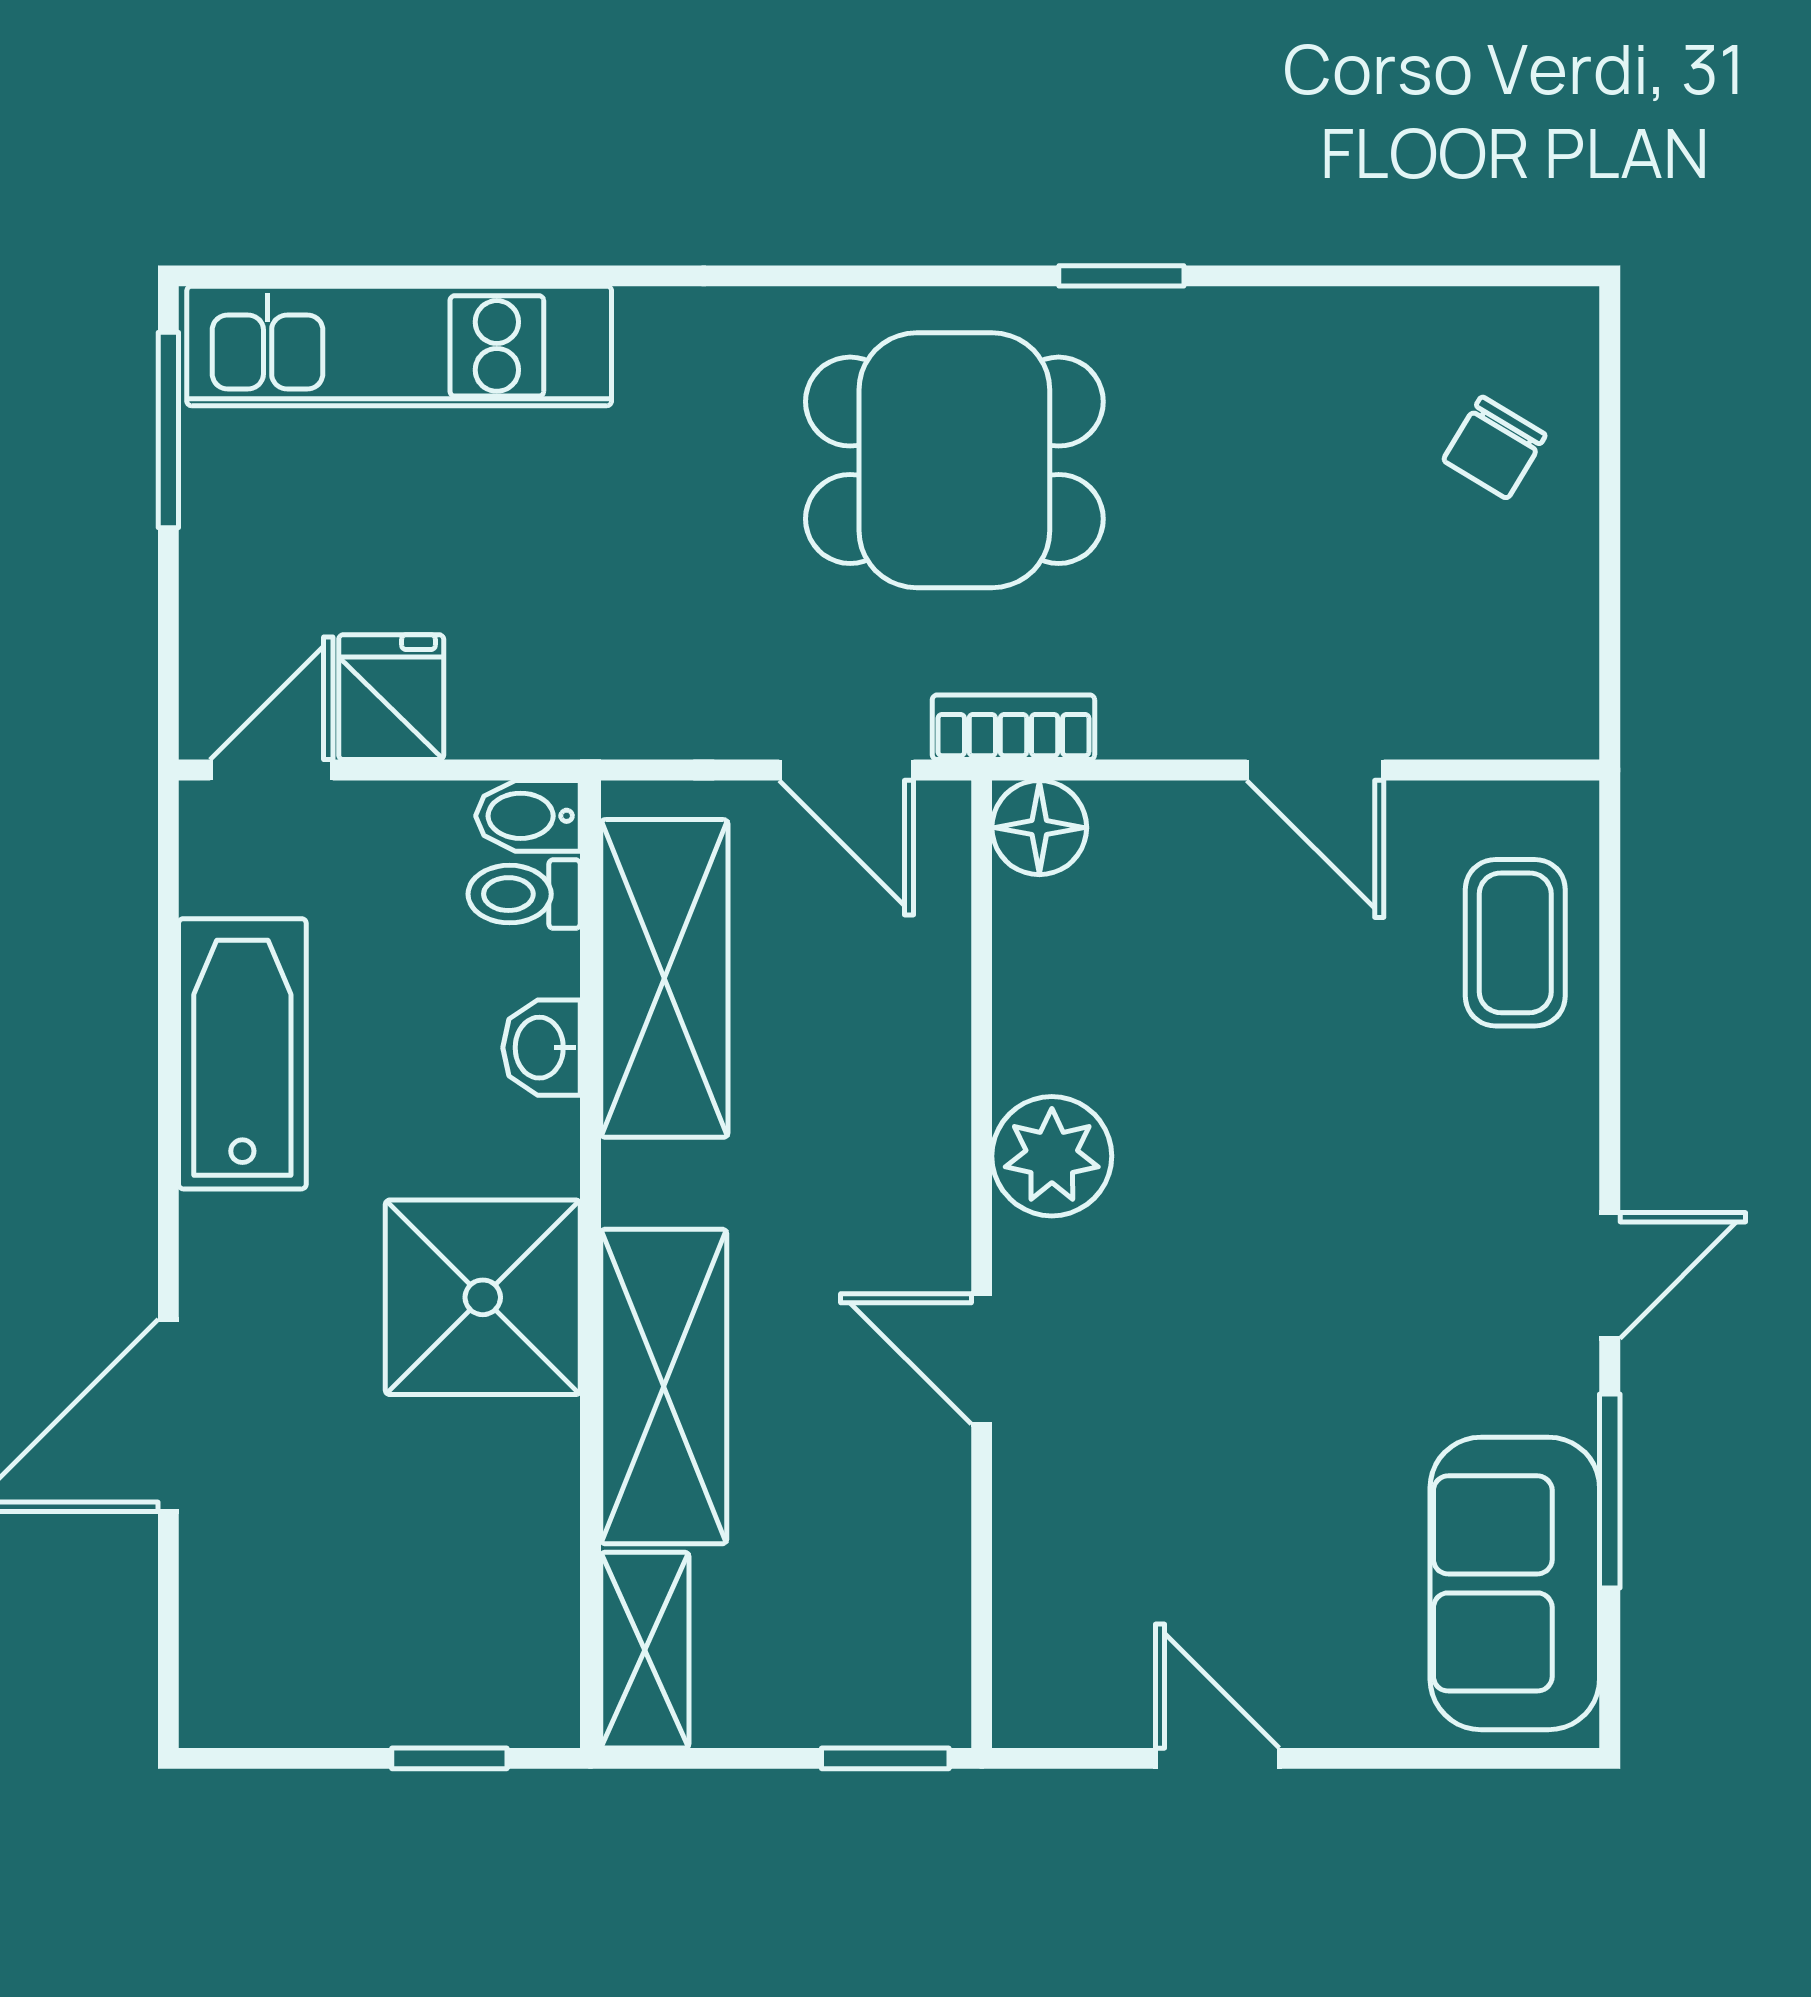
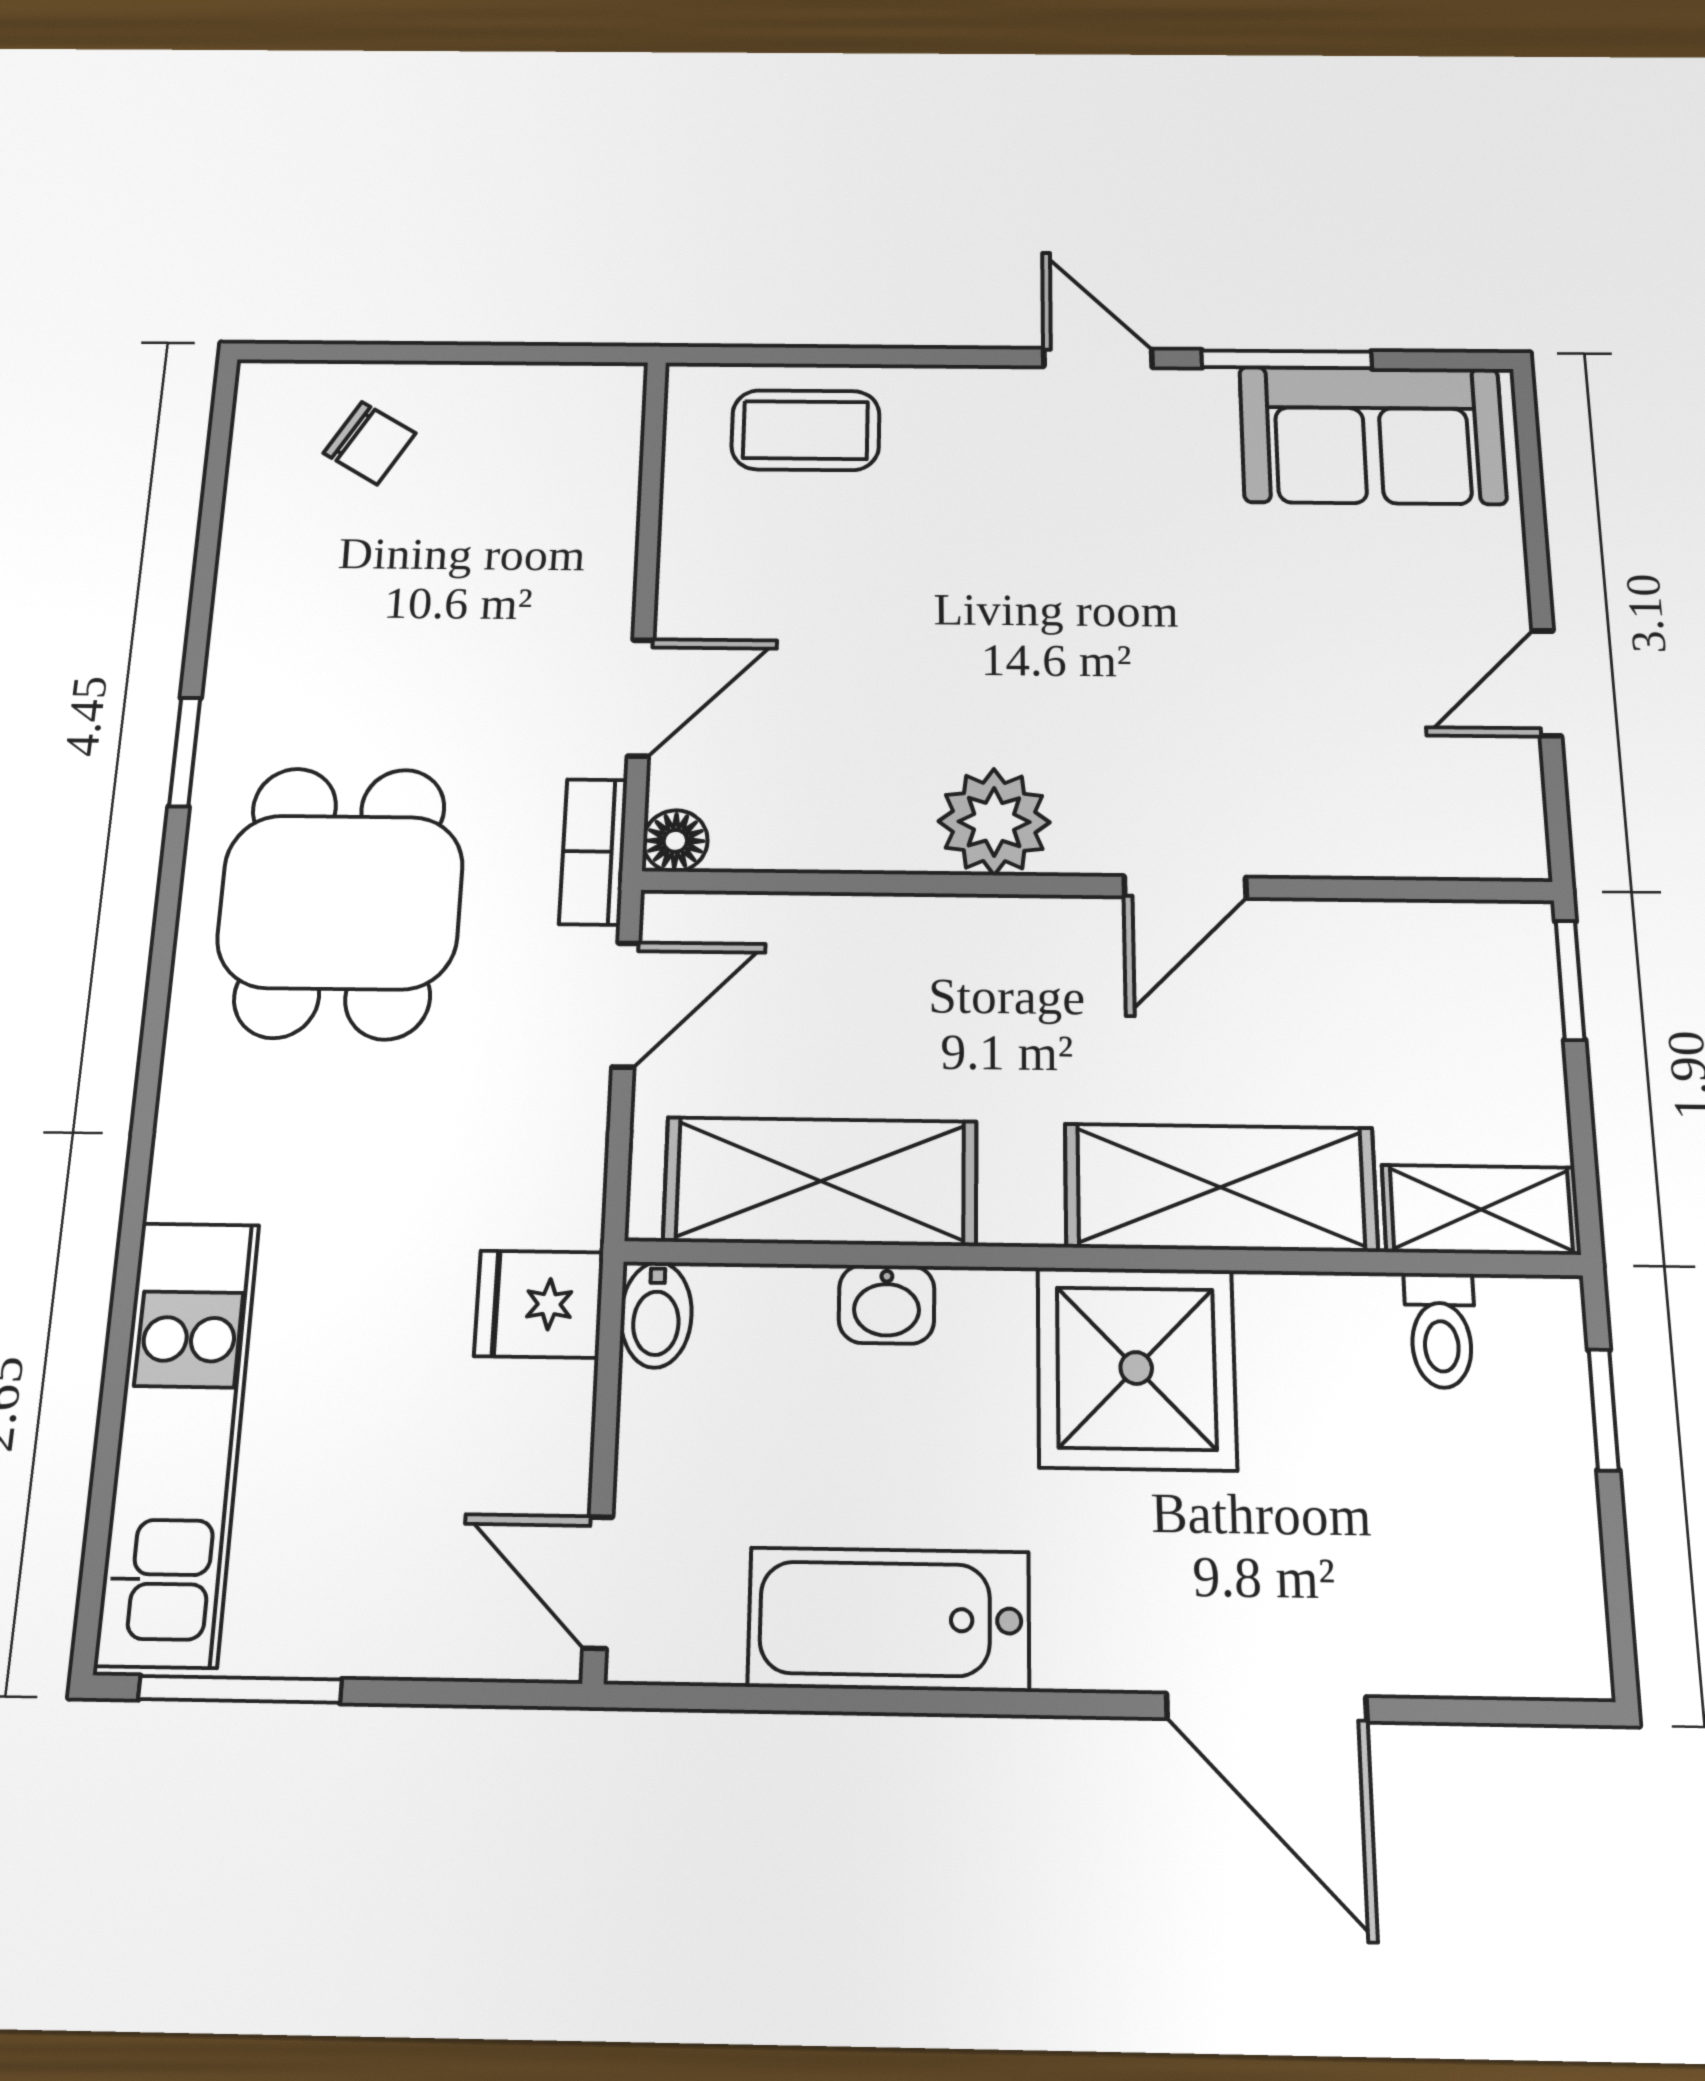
fridge: (391, 697) -> (539, 1304), moved
door: (1315, 770) -> (641, 698), moved
floor lamp: (1039, 828) -> (675, 841), width x0.73, depth x0.73
toilet: (524, 894) -> (1441, 1330), moved

